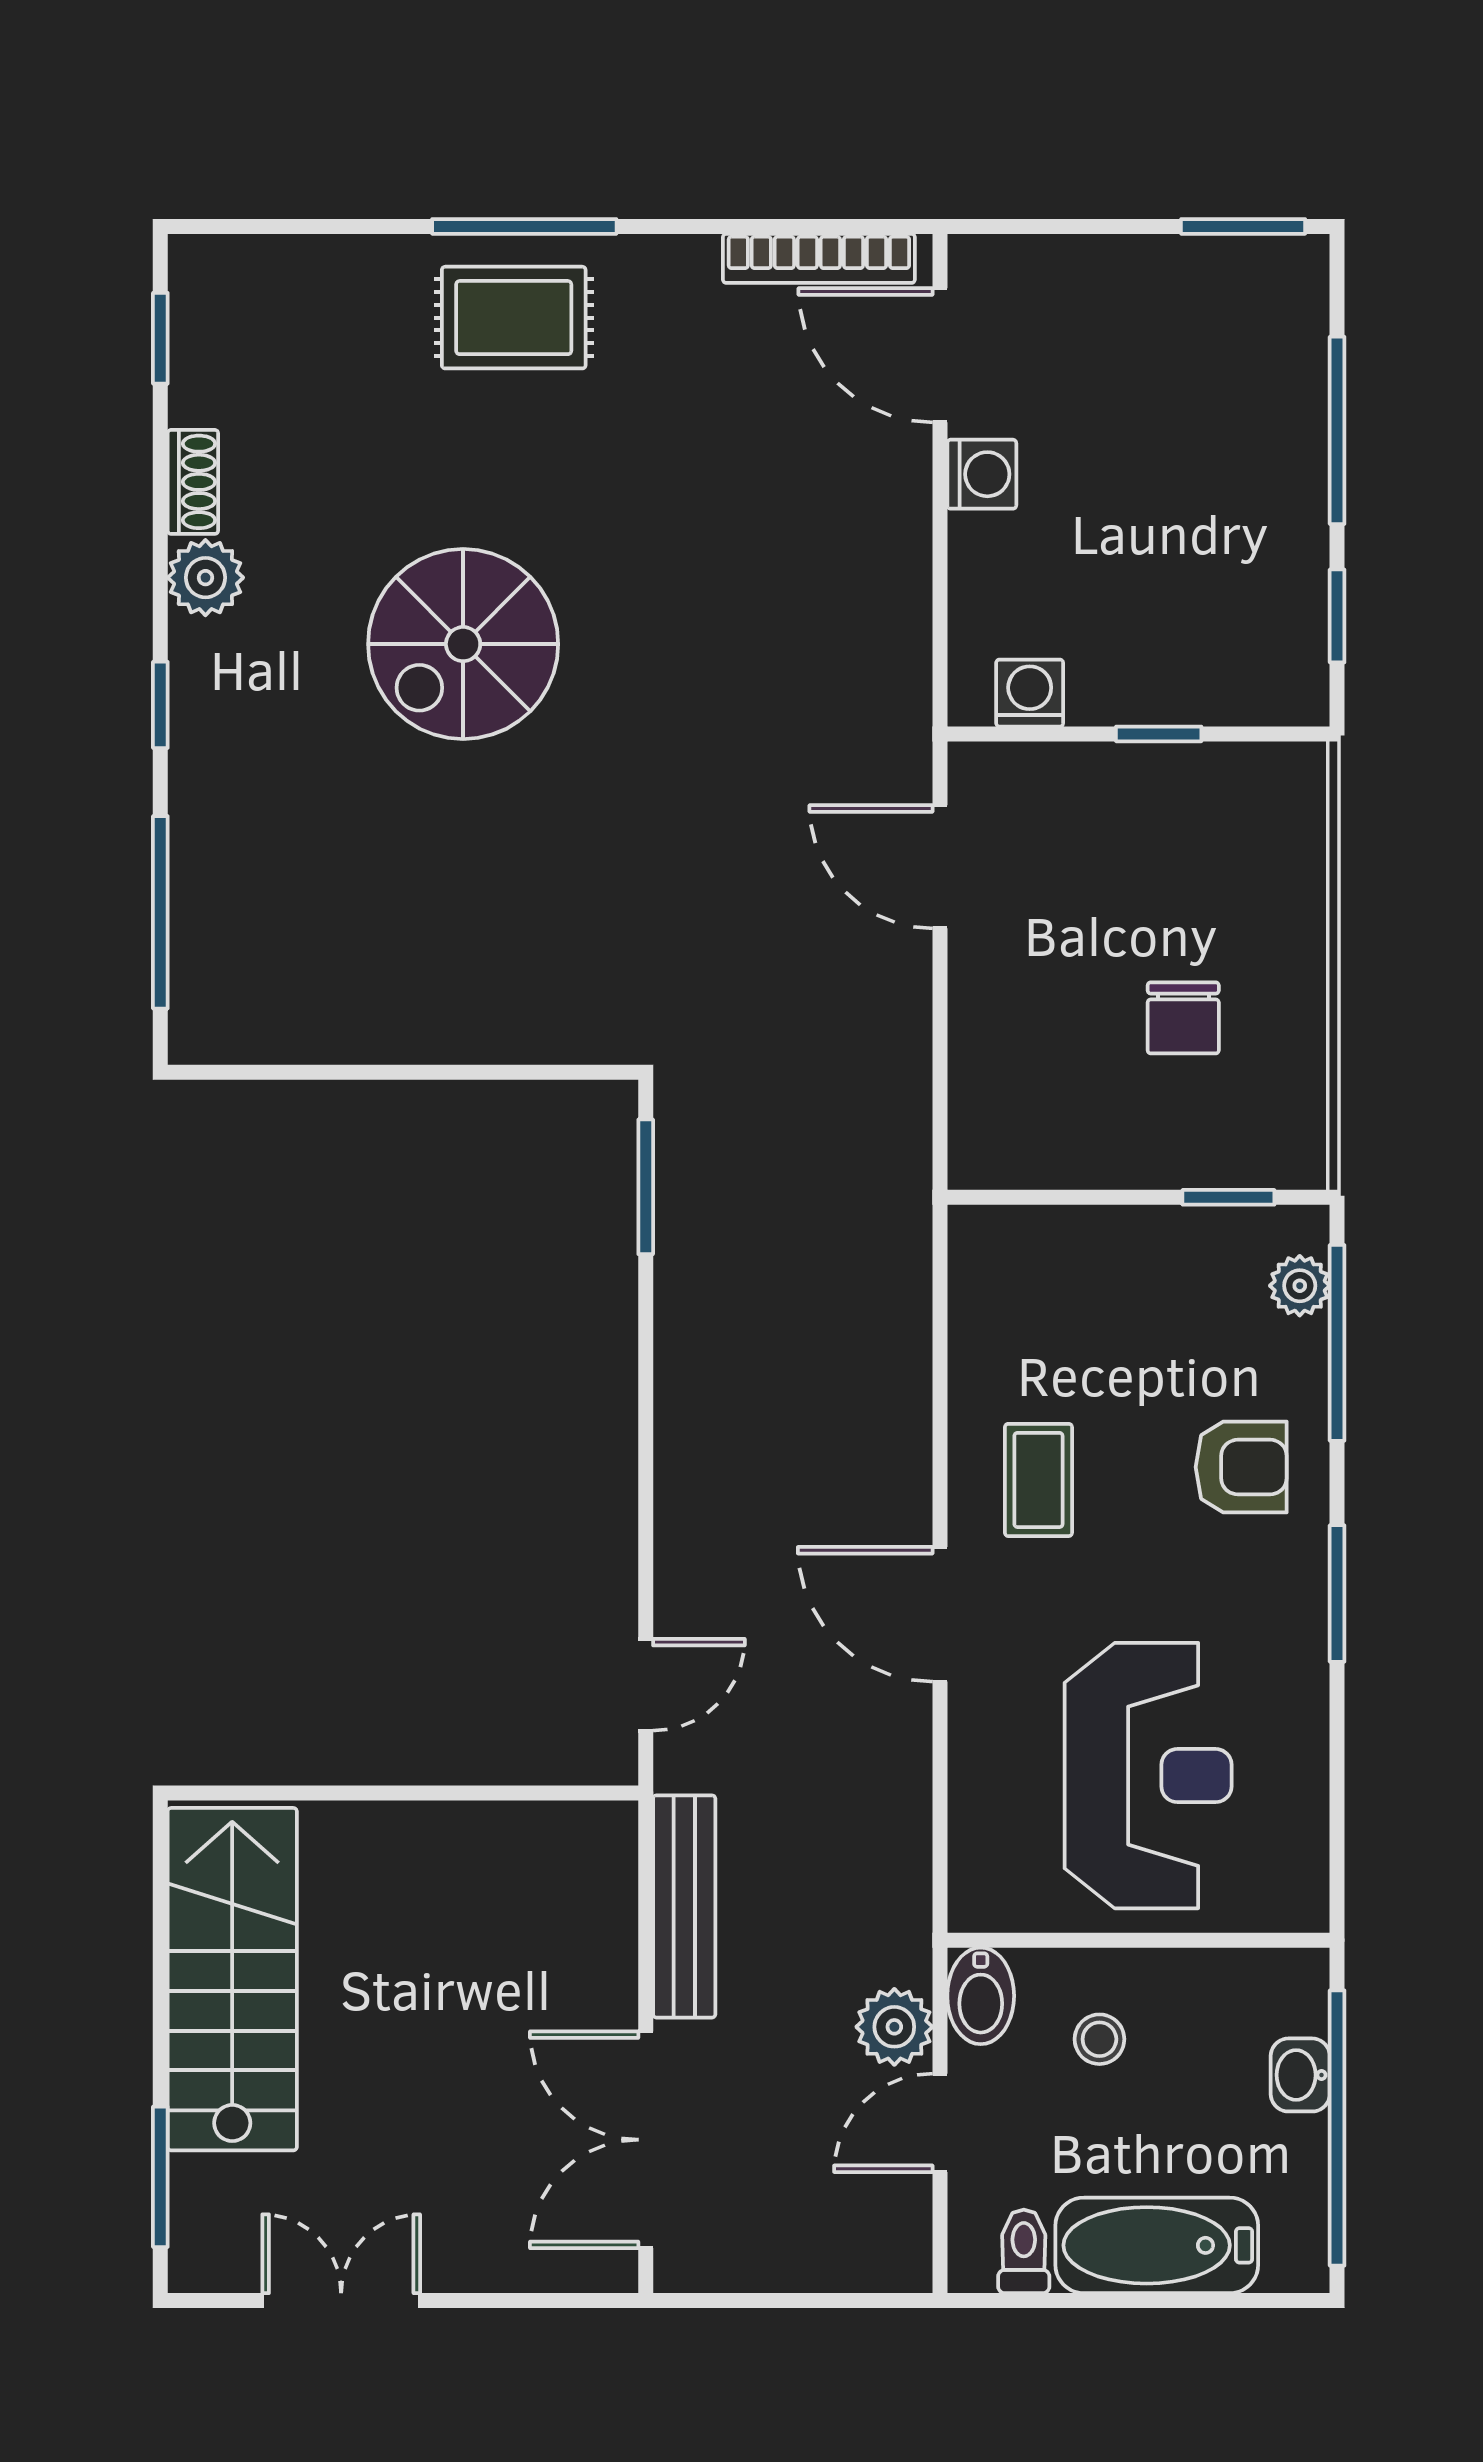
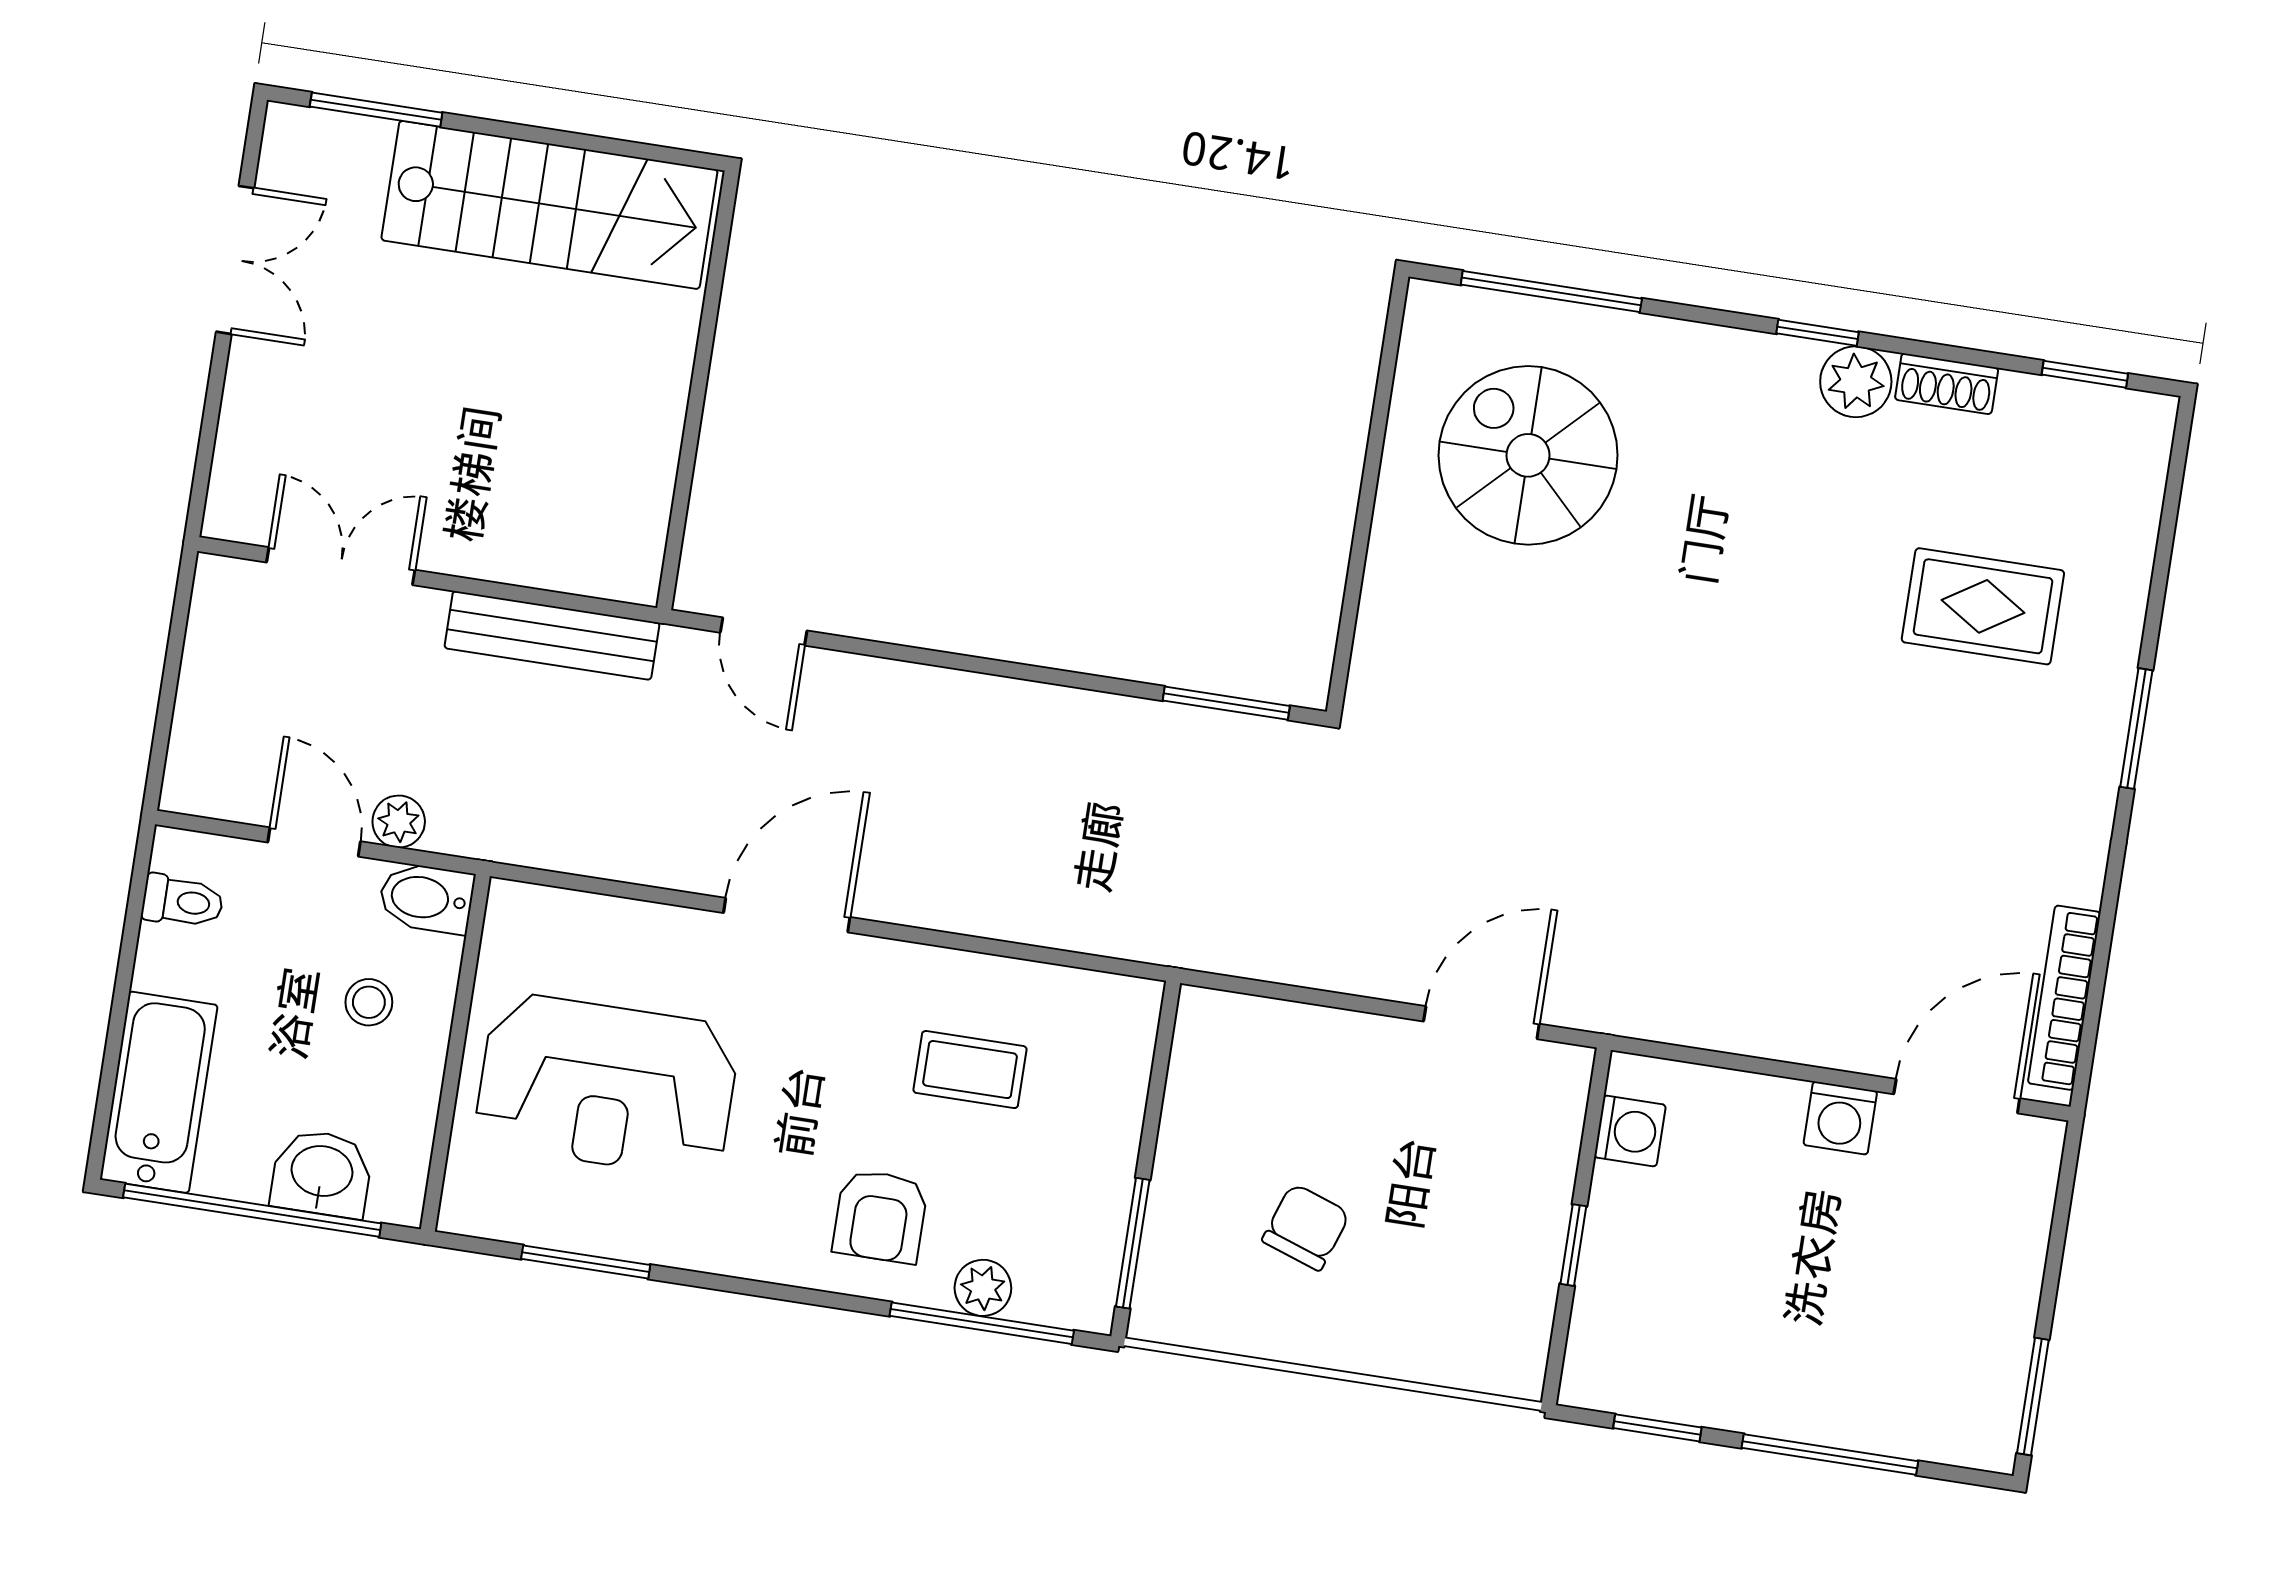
window: (524, 226) -> (2136, 729), width x0.69
rug: (514, 318) -> (1983, 606), moved, turned 90
spiral stairs: (463, 644) -> (1528, 455), moved
window: (160, 705) -> (1817, 333), moved
chair: (1183, 1018) -> (1306, 1227), turned 109
window: (1228, 1197) -> (1133, 1243), width x1.50
plant: (1300, 1286) -> (983, 1288), moved
coffee table: (1038, 1480) -> (970, 1070), moved
window: (1337, 1594) -> (586, 1262), moved
plant: (894, 2027) -> (399, 822), width x0.73, depth x0.73
washbasin: (1300, 2075) -> (322, 1173), width x1.38, depth x1.45
double door: (646, 2140) -> (341, 566), width x0.73
bathtub: (1157, 2245) -> (159, 1092), moved

